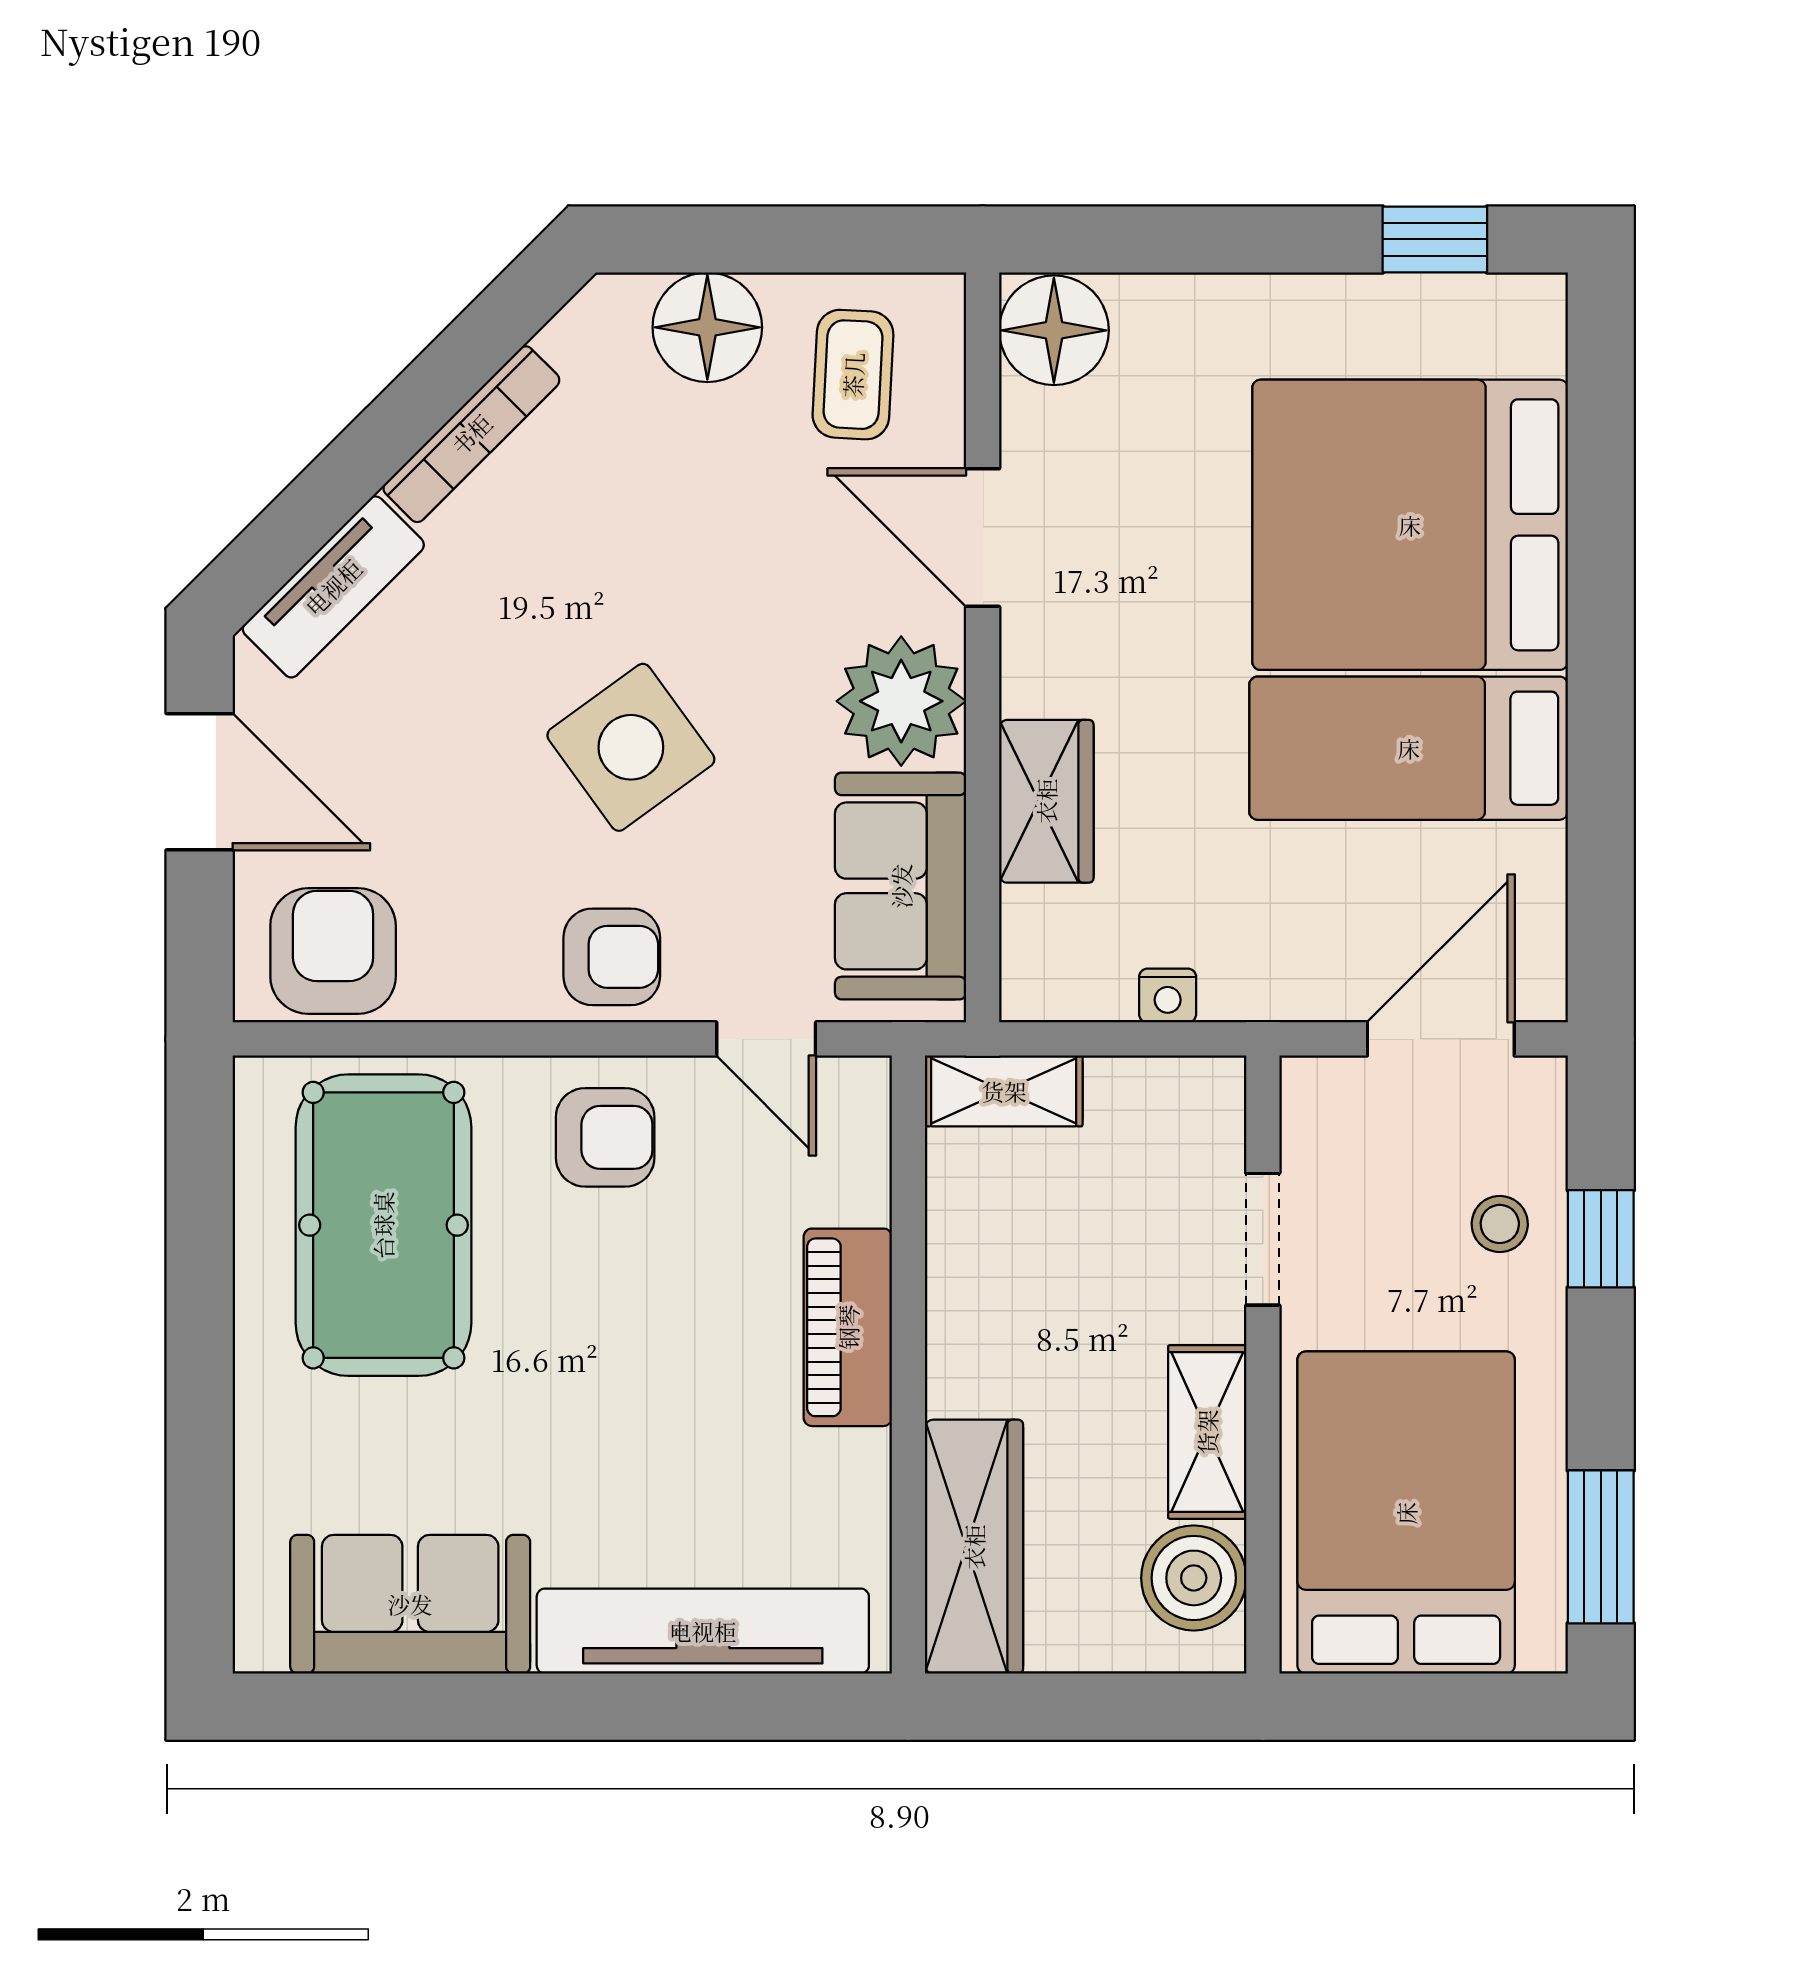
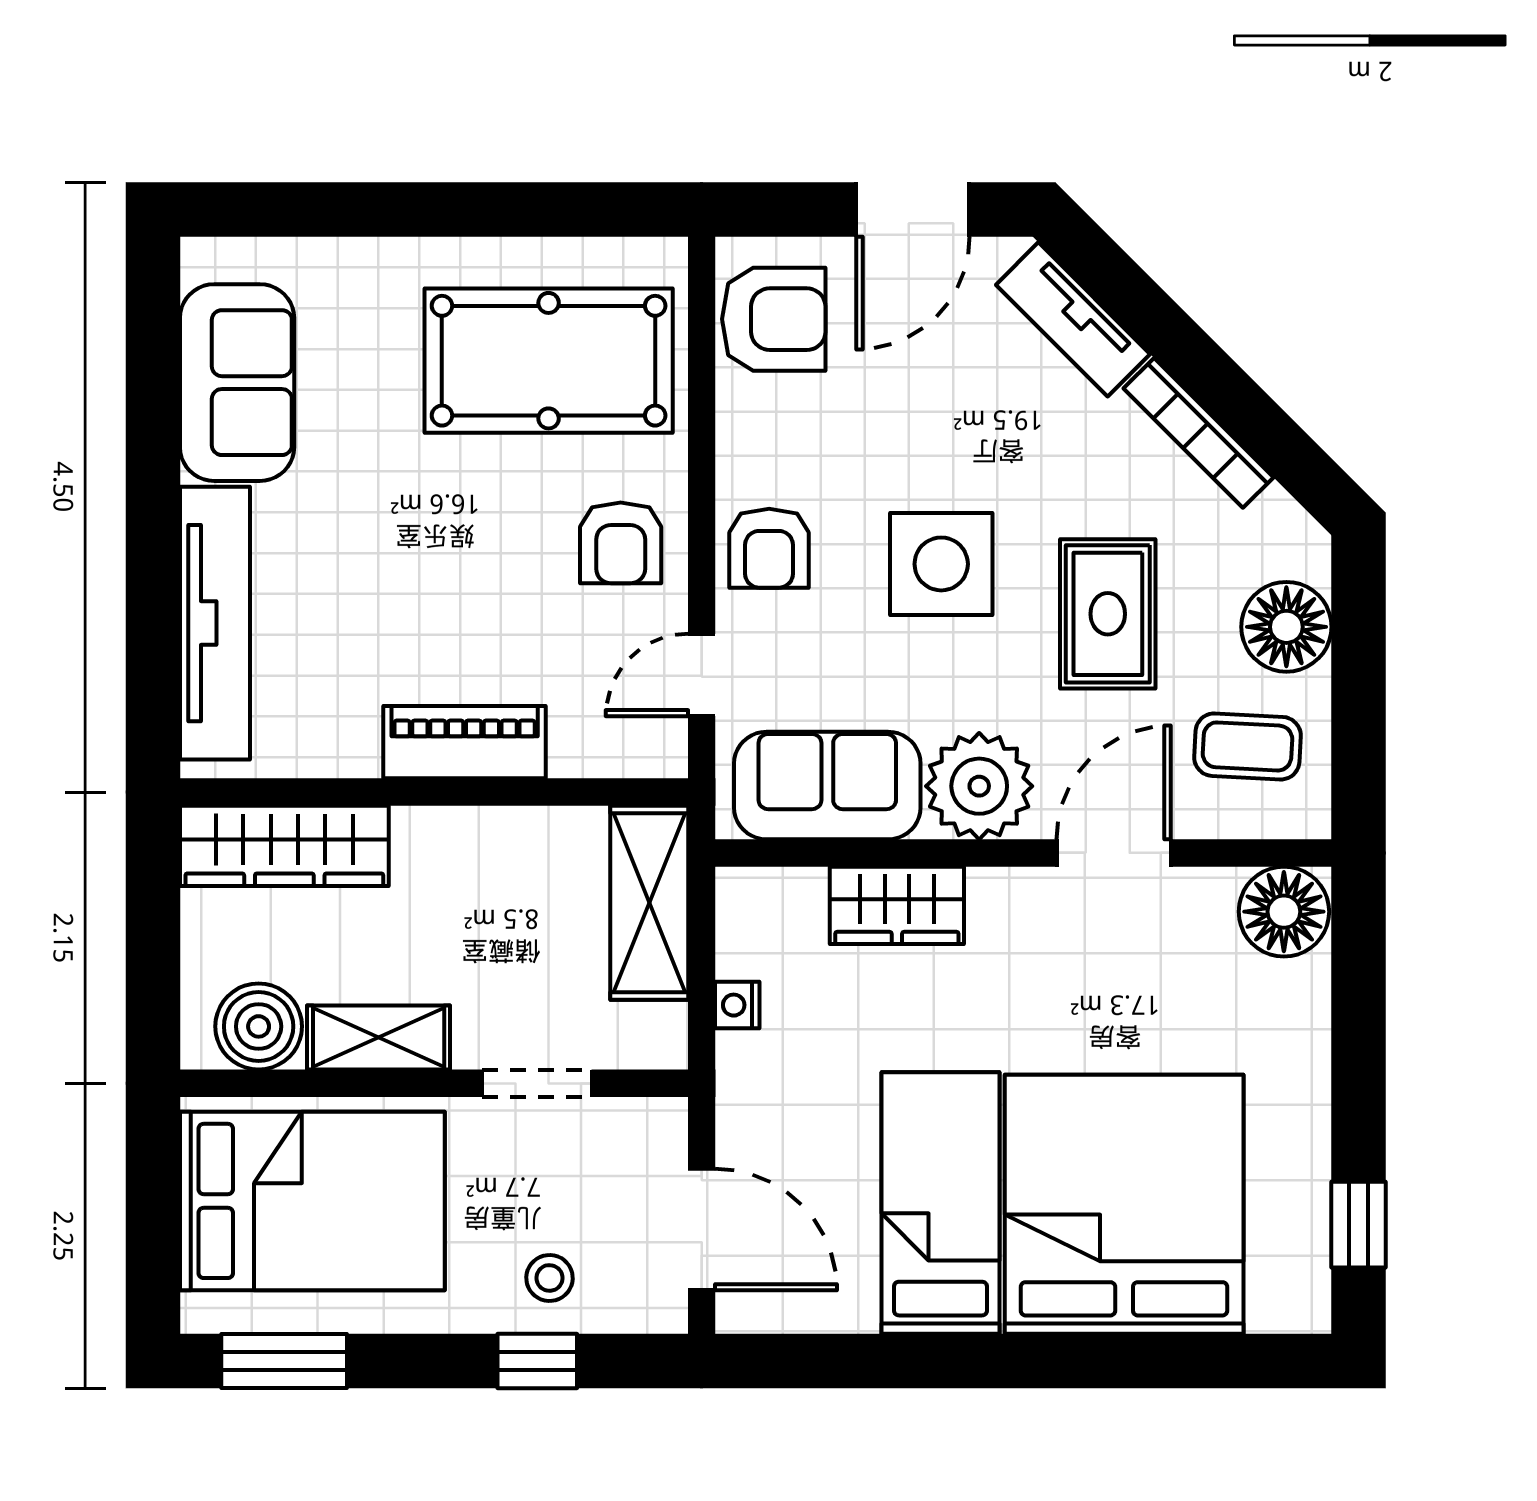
rug: (692, 545) -> (1108, 614), added
side table: (631, 747) -> (941, 564), turned 36
shelving: (1004, 1091) -> (649, 903), width x1.50, depth x1.33

